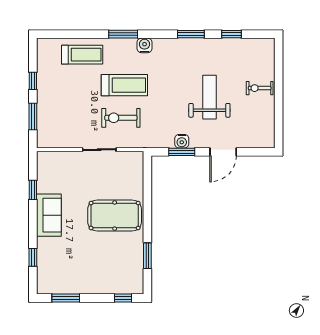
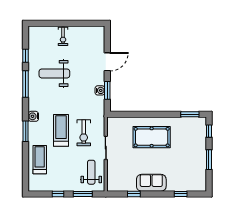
window: (191, 34) -> (26, 84), width x1.44
weight bench: (209, 97) -> (54, 73), moved
weight bench: (64, 129) -> (91, 172), added
door: (223, 152) -> (107, 62), hinge flipped
pool table: (115, 216) -> (152, 137), turned 90
window: (147, 256) -> (190, 114), moved
window: (66, 298) -> (209, 160), moved

